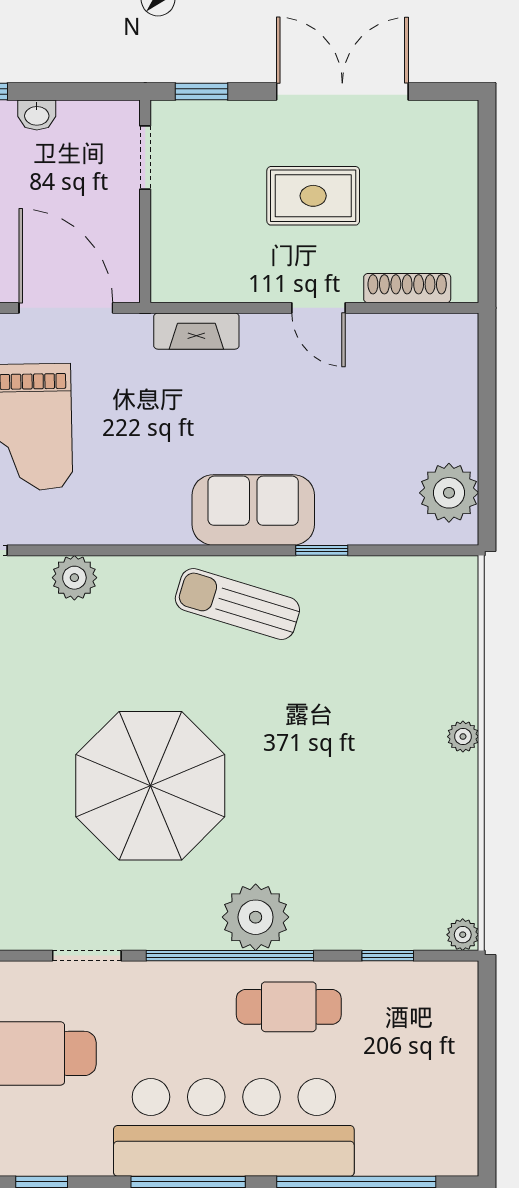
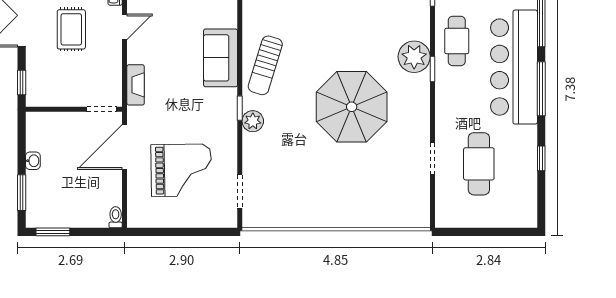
doorway: (145, 157) -> (102, 109), moved
window: (322, 550) -> (240, 108), moved
plant: (74, 578) -> (253, 121), moved
doorway: (87, 956) -> (432, 158), moved
window: (230, 956) -> (432, 69), width x0.32

